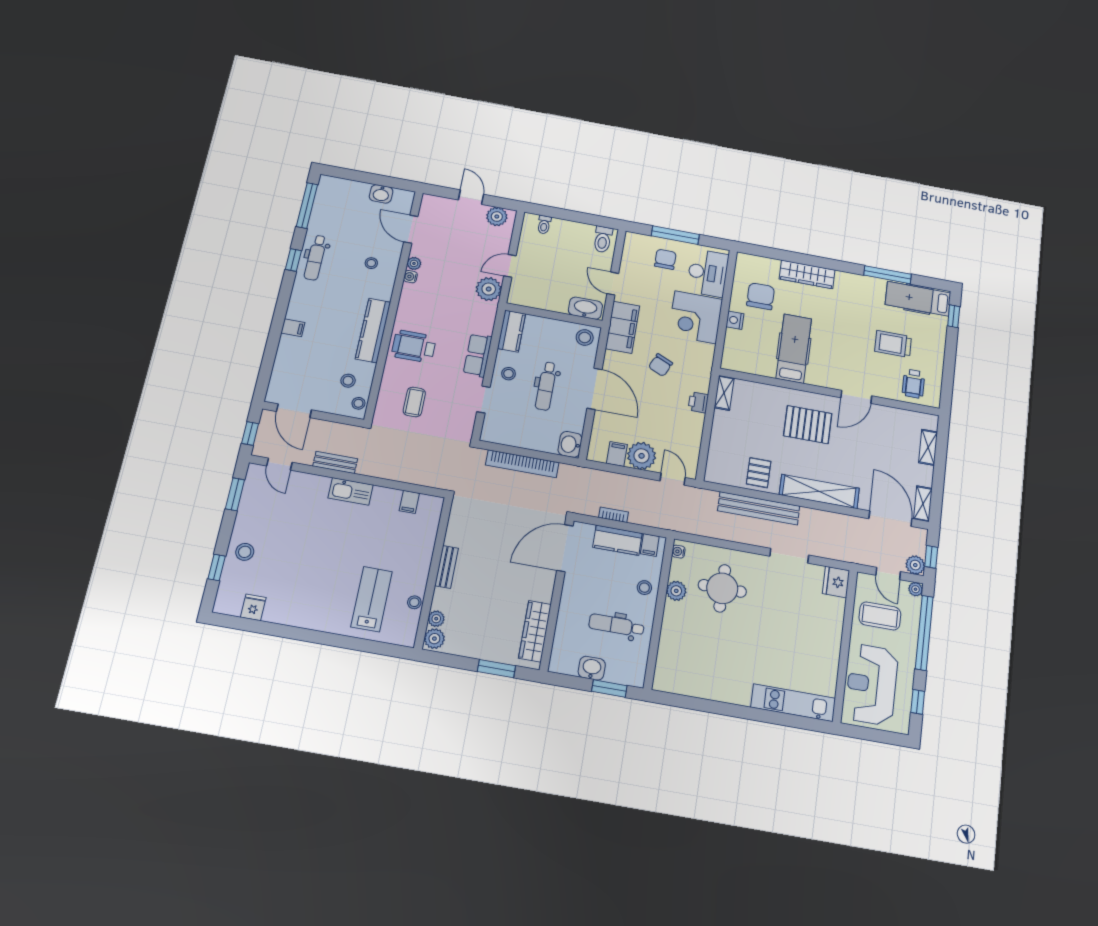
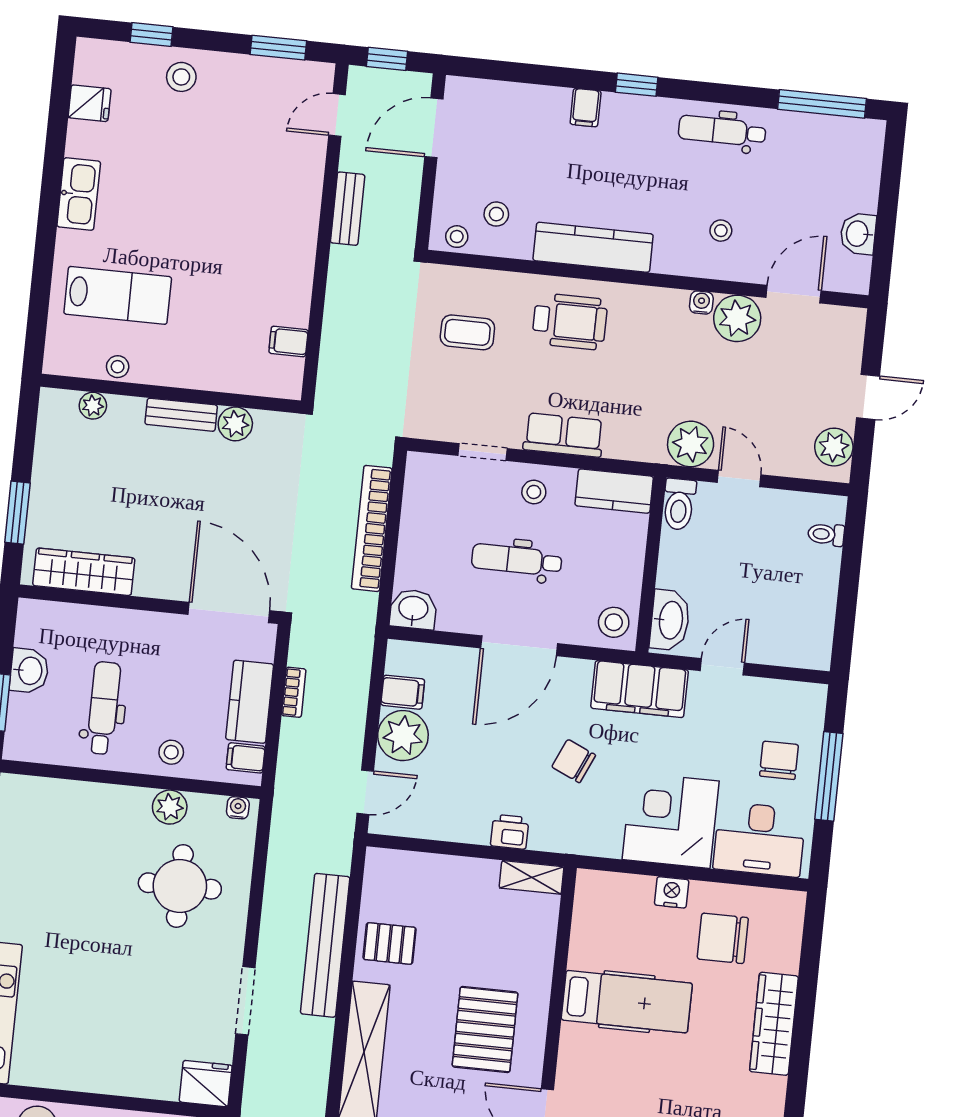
toilet: (603, 239) -> (679, 504), moved, turned -90
chair: (665, 259) -> (779, 760), turned -90
window: (293, 260) -> (637, 85), moved
plant: (414, 263) -> (737, 318), width x1.88, depth x1.88
chair: (761, 296) -> (723, 938), turned 180
wheelchair: (414, 346) -> (570, 321), turned 90
kitchen sink: (351, 491) -> (79, 194), moved, turned 180
plant: (434, 639) -> (235, 424), moved

